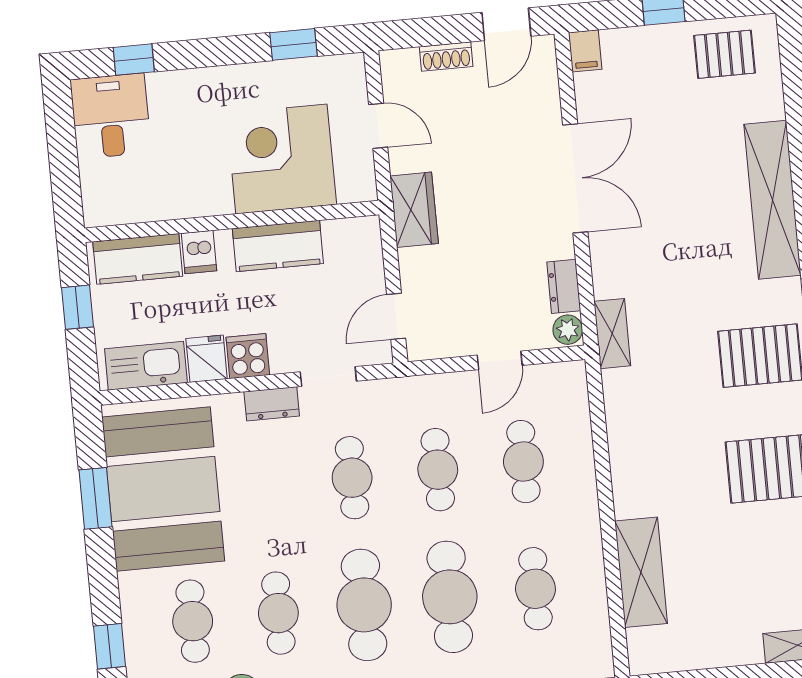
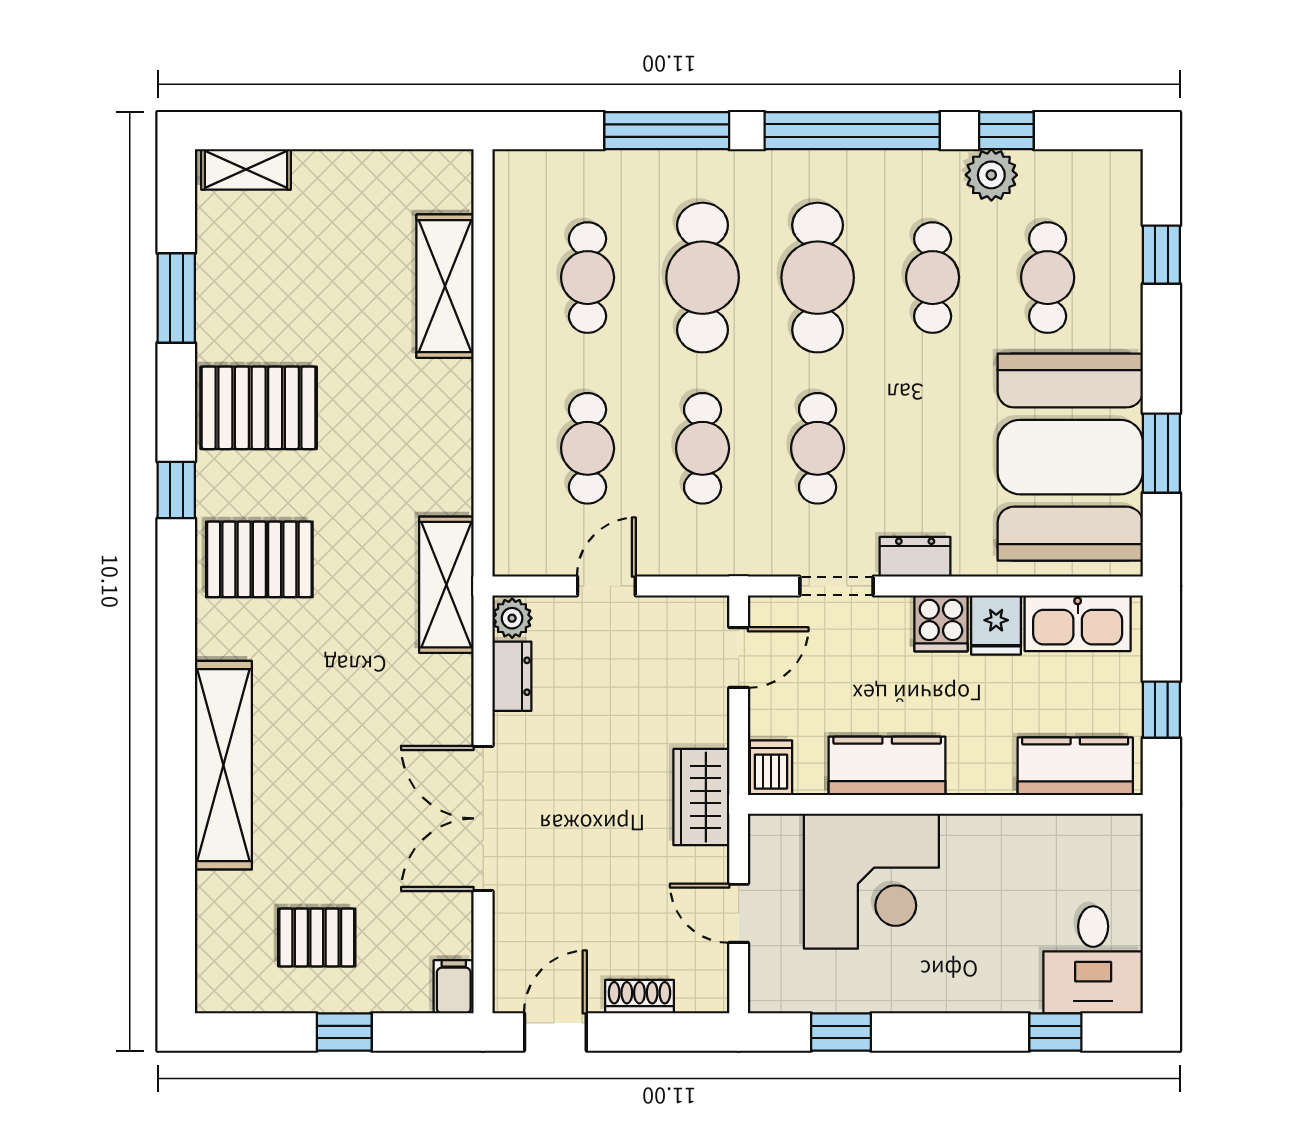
pallet: (725, 54) -> (317, 937), moved
dishwasher: (199, 252) -> (771, 768), moved
shelving: (612, 334) -> (446, 585), width x1.50, depth x1.33

